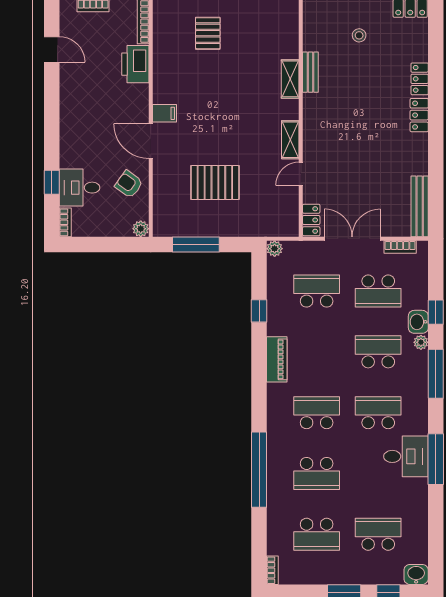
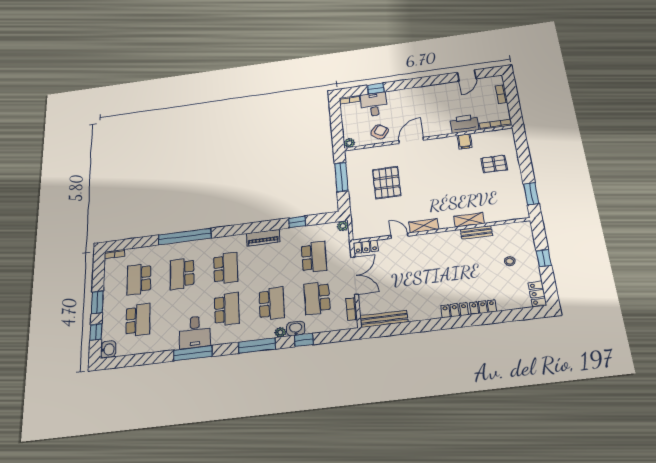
filing cabinet: (164, 113) -> (465, 141), moved

